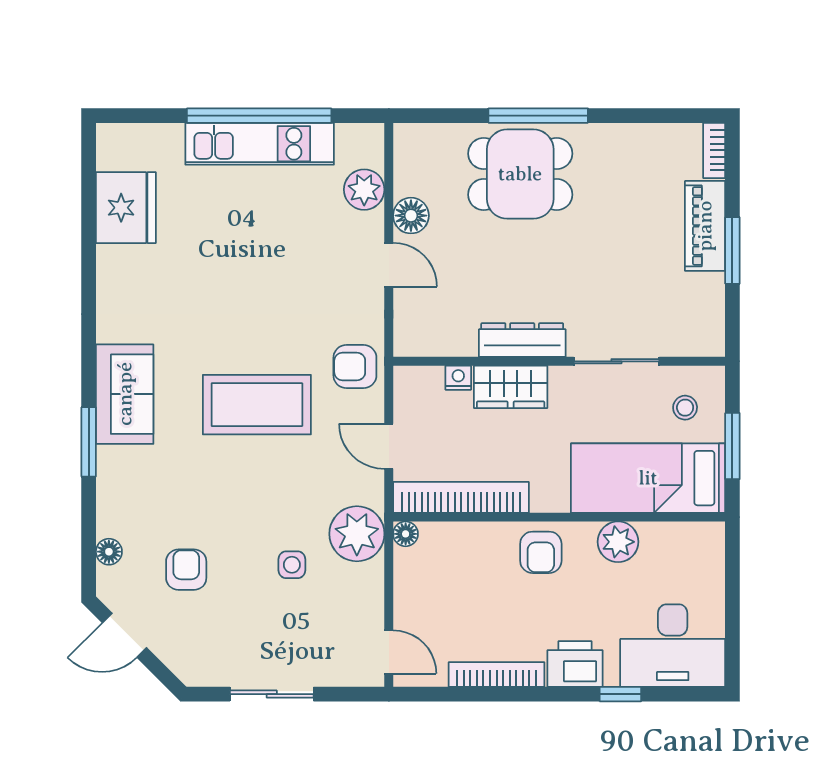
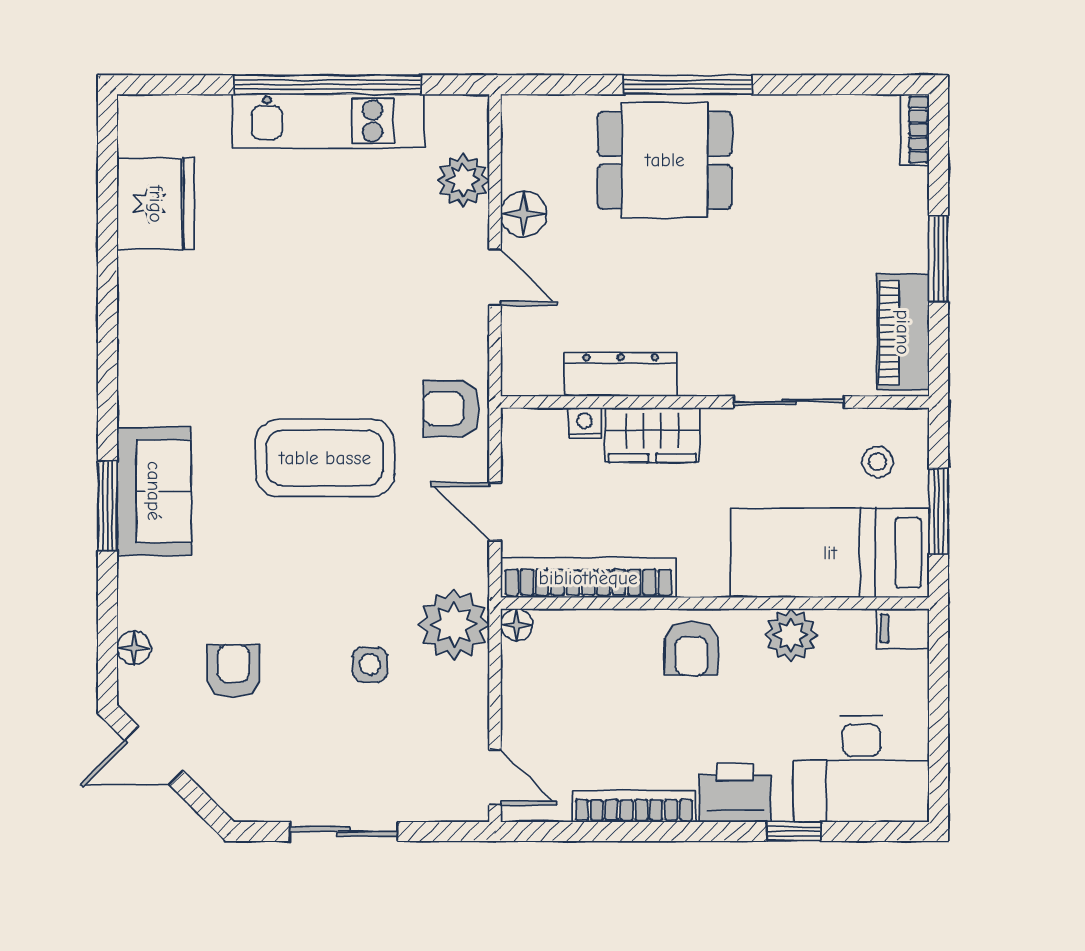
piano: (705, 226) -> (903, 332), moved
dresser: (522, 340) -> (621, 374), moved
sofa: (125, 394) -> (154, 491), moved
filing cabinet: (705, 537) -> (903, 629), added

